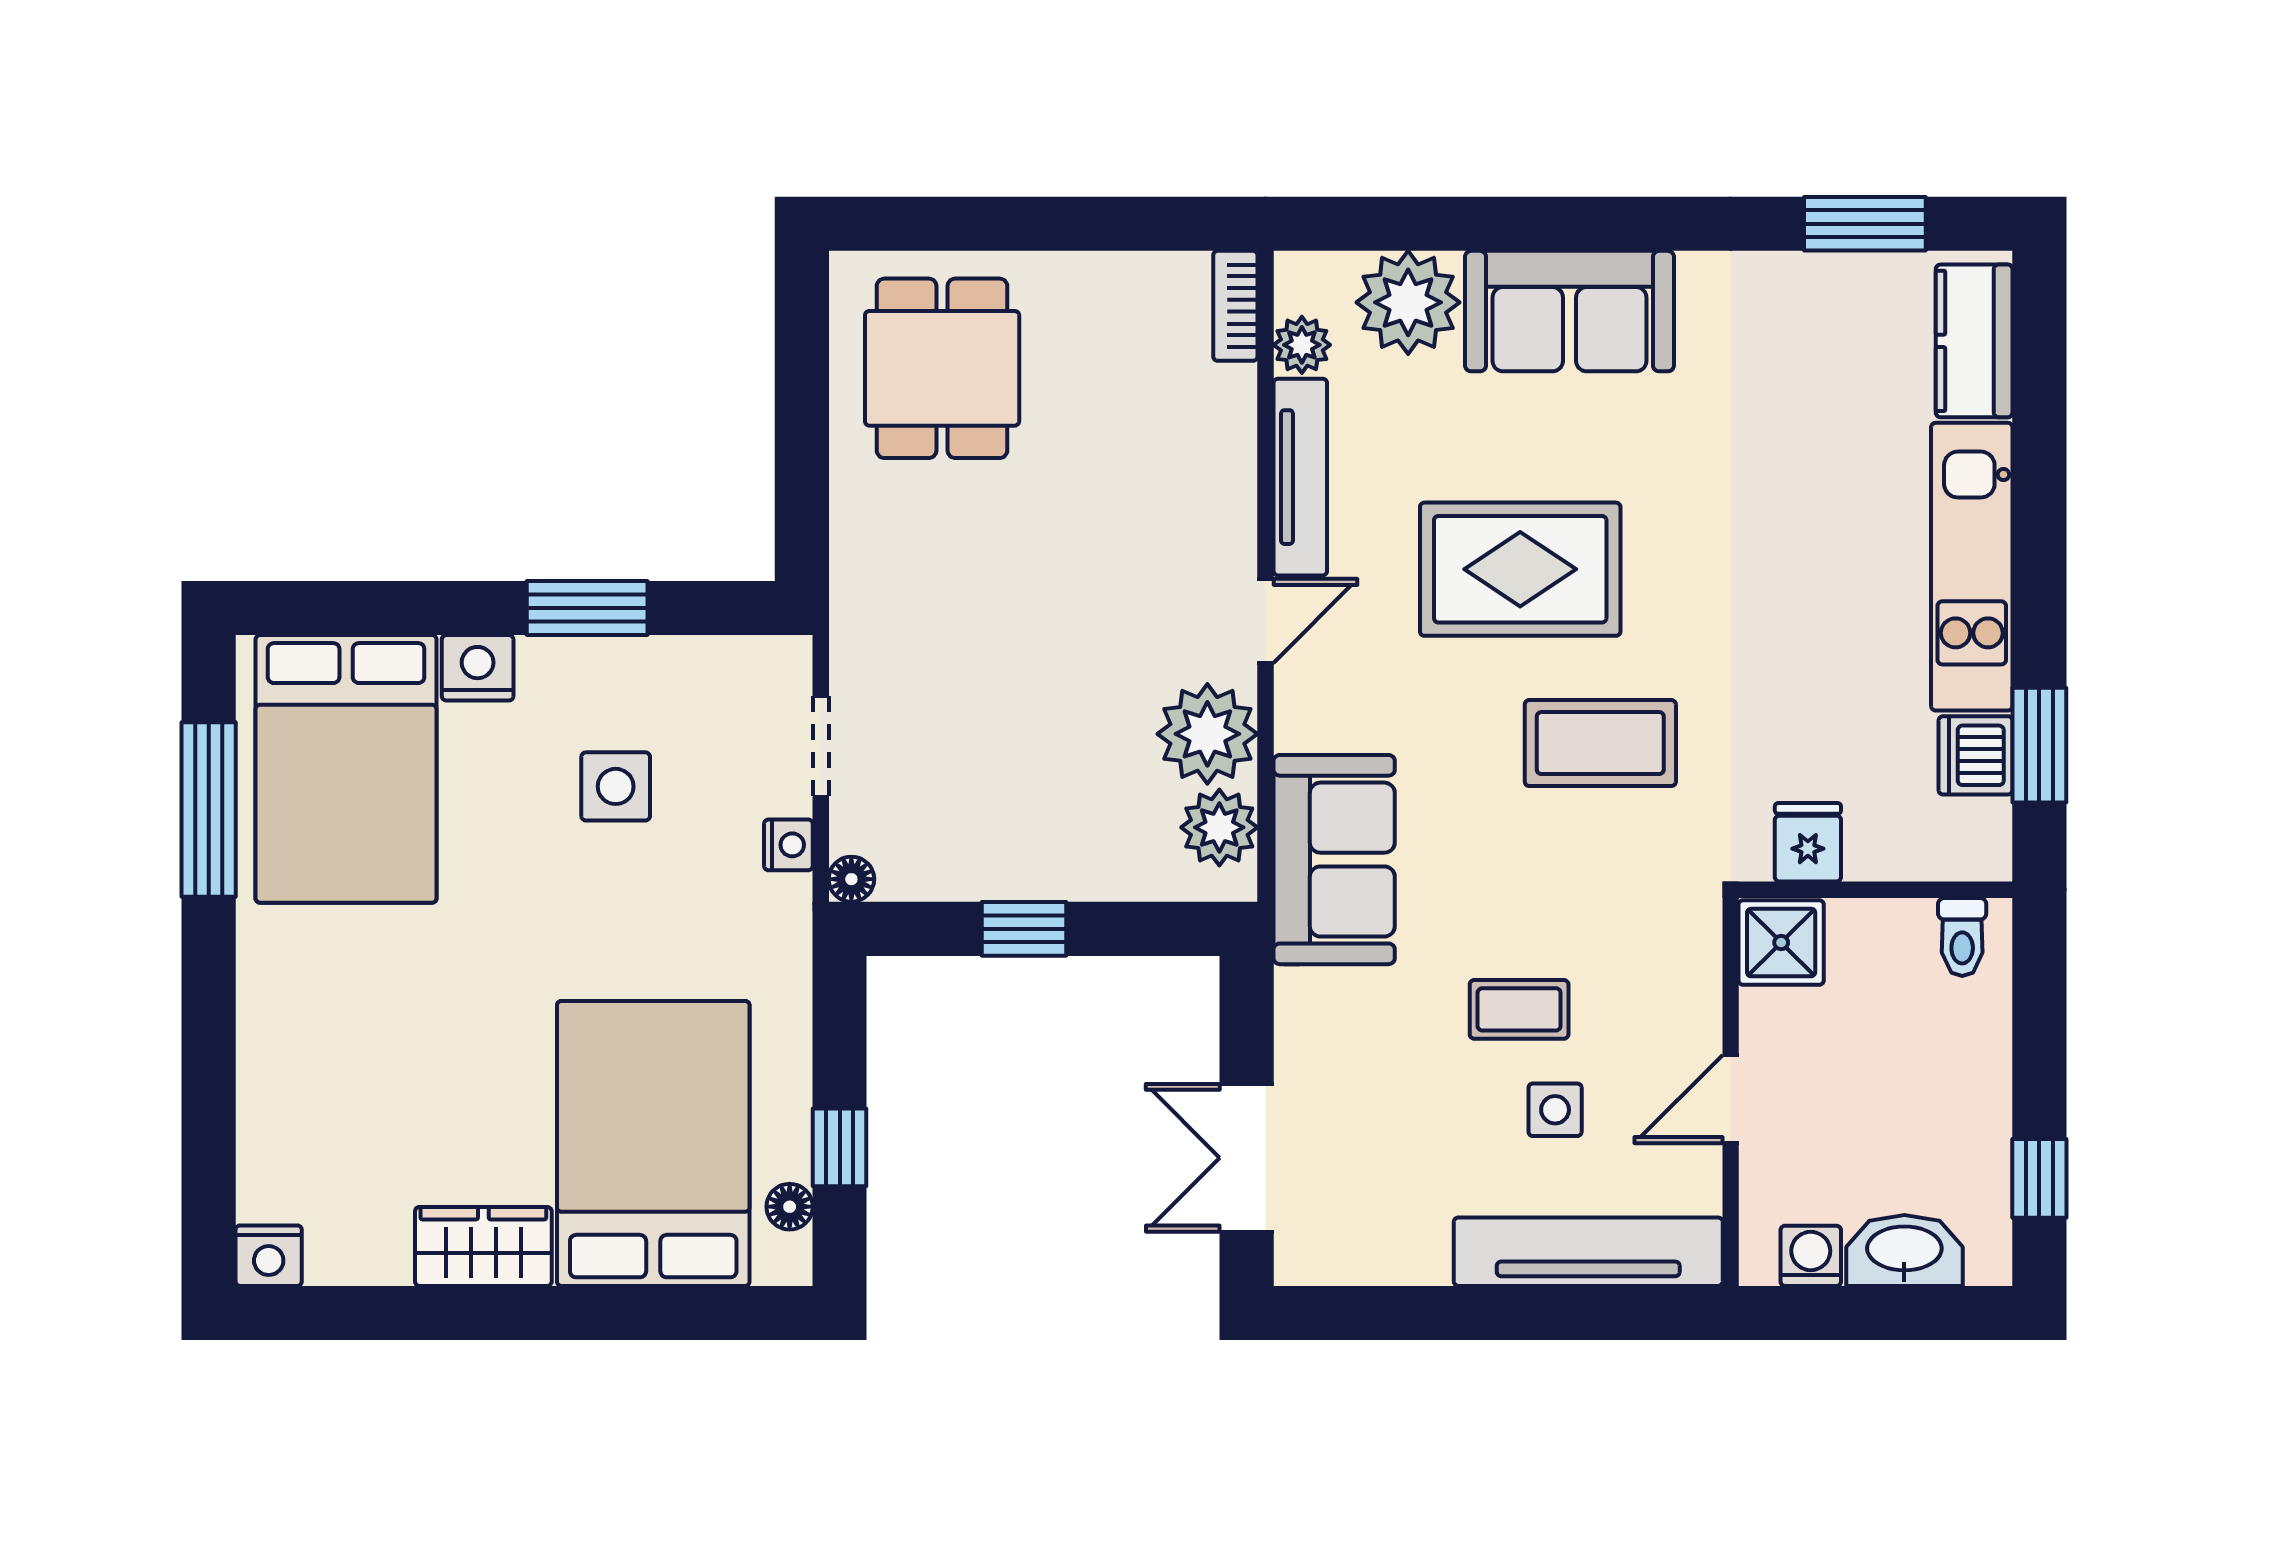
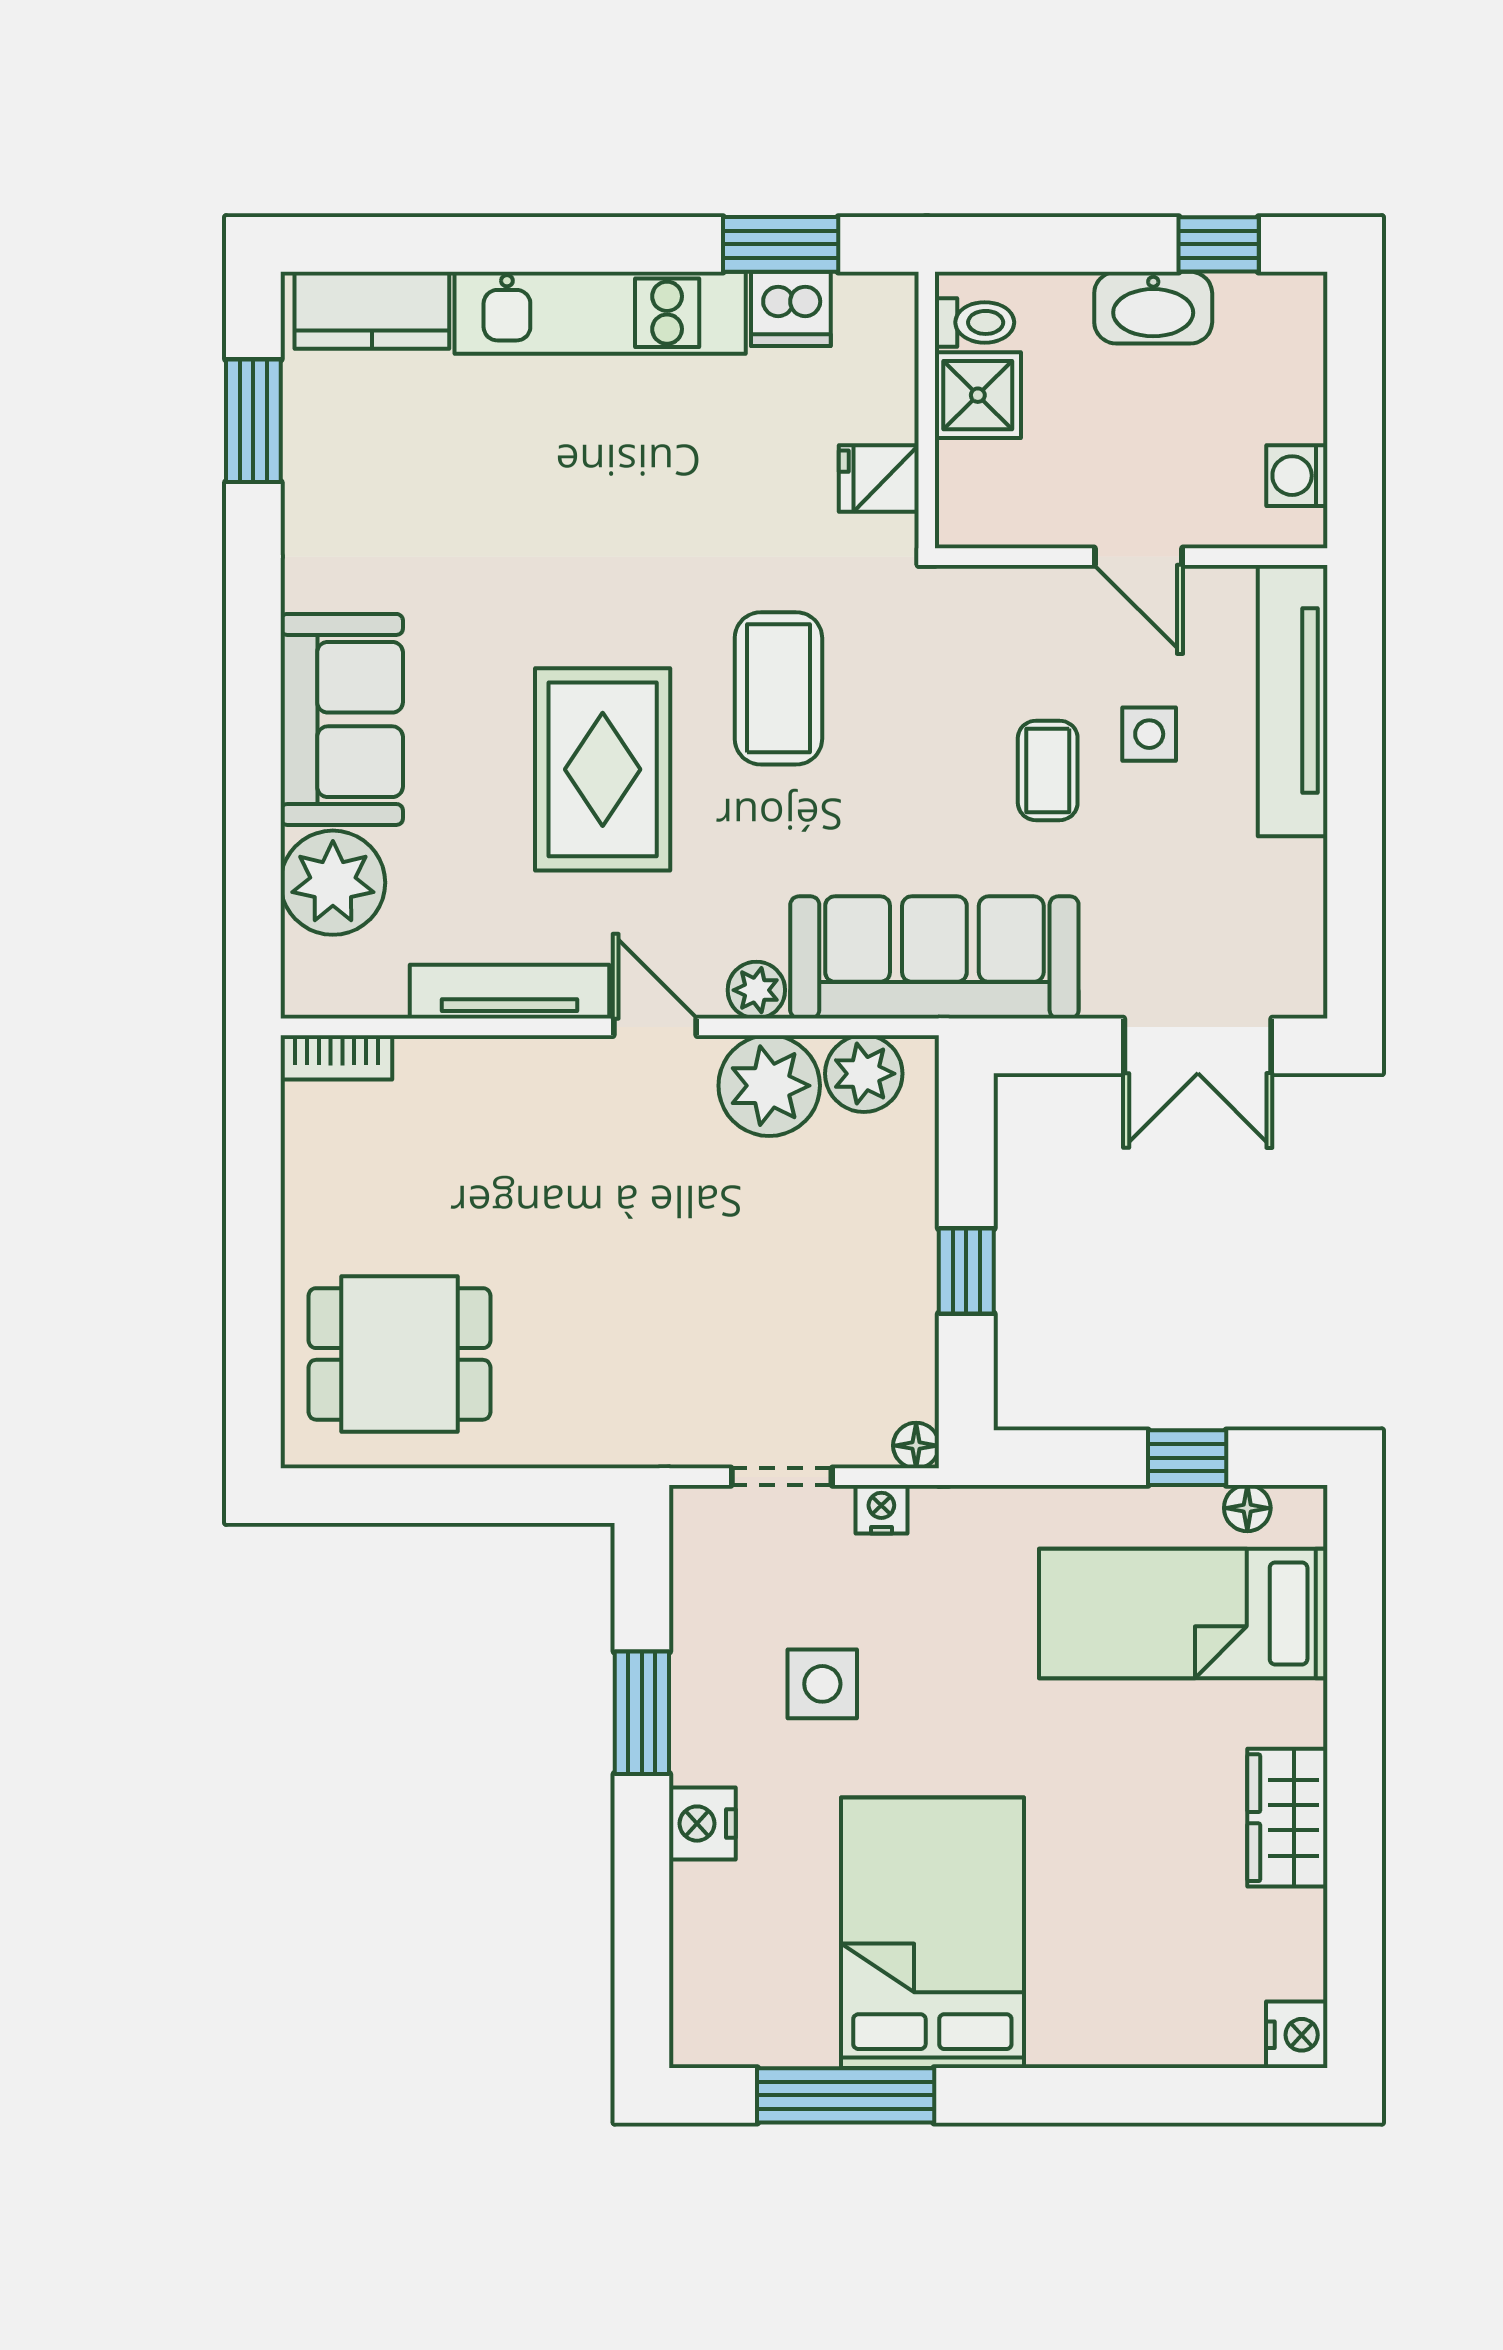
plant: (1302, 345) -> (756, 990), moved
bed: (346, 769) -> (932, 1933), moved, turned -90
sofa: (1334, 860) -> (934, 957), width x1.36
shower: (1781, 943) -> (978, 395), moved
bed: (653, 1143) -> (1183, 1613), width x0.67
washbasin: (1904, 1251) -> (1153, 308), moved, turned -90

